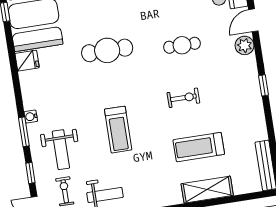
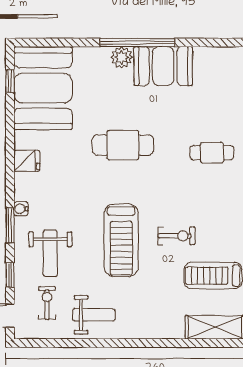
fridge: (27, 61) -> (27, 161), moved
exercise bike: (183, 98) -> (176, 236), moved
treadmill: (118, 130) -> (121, 240), width x1.37, depth x1.38

